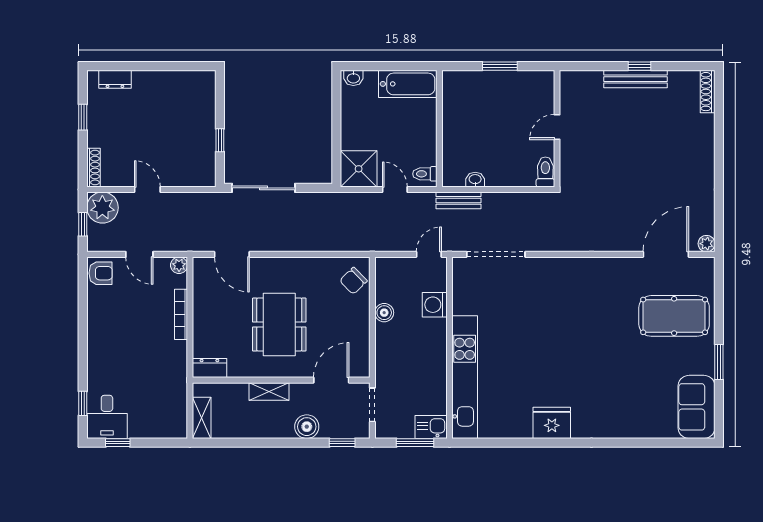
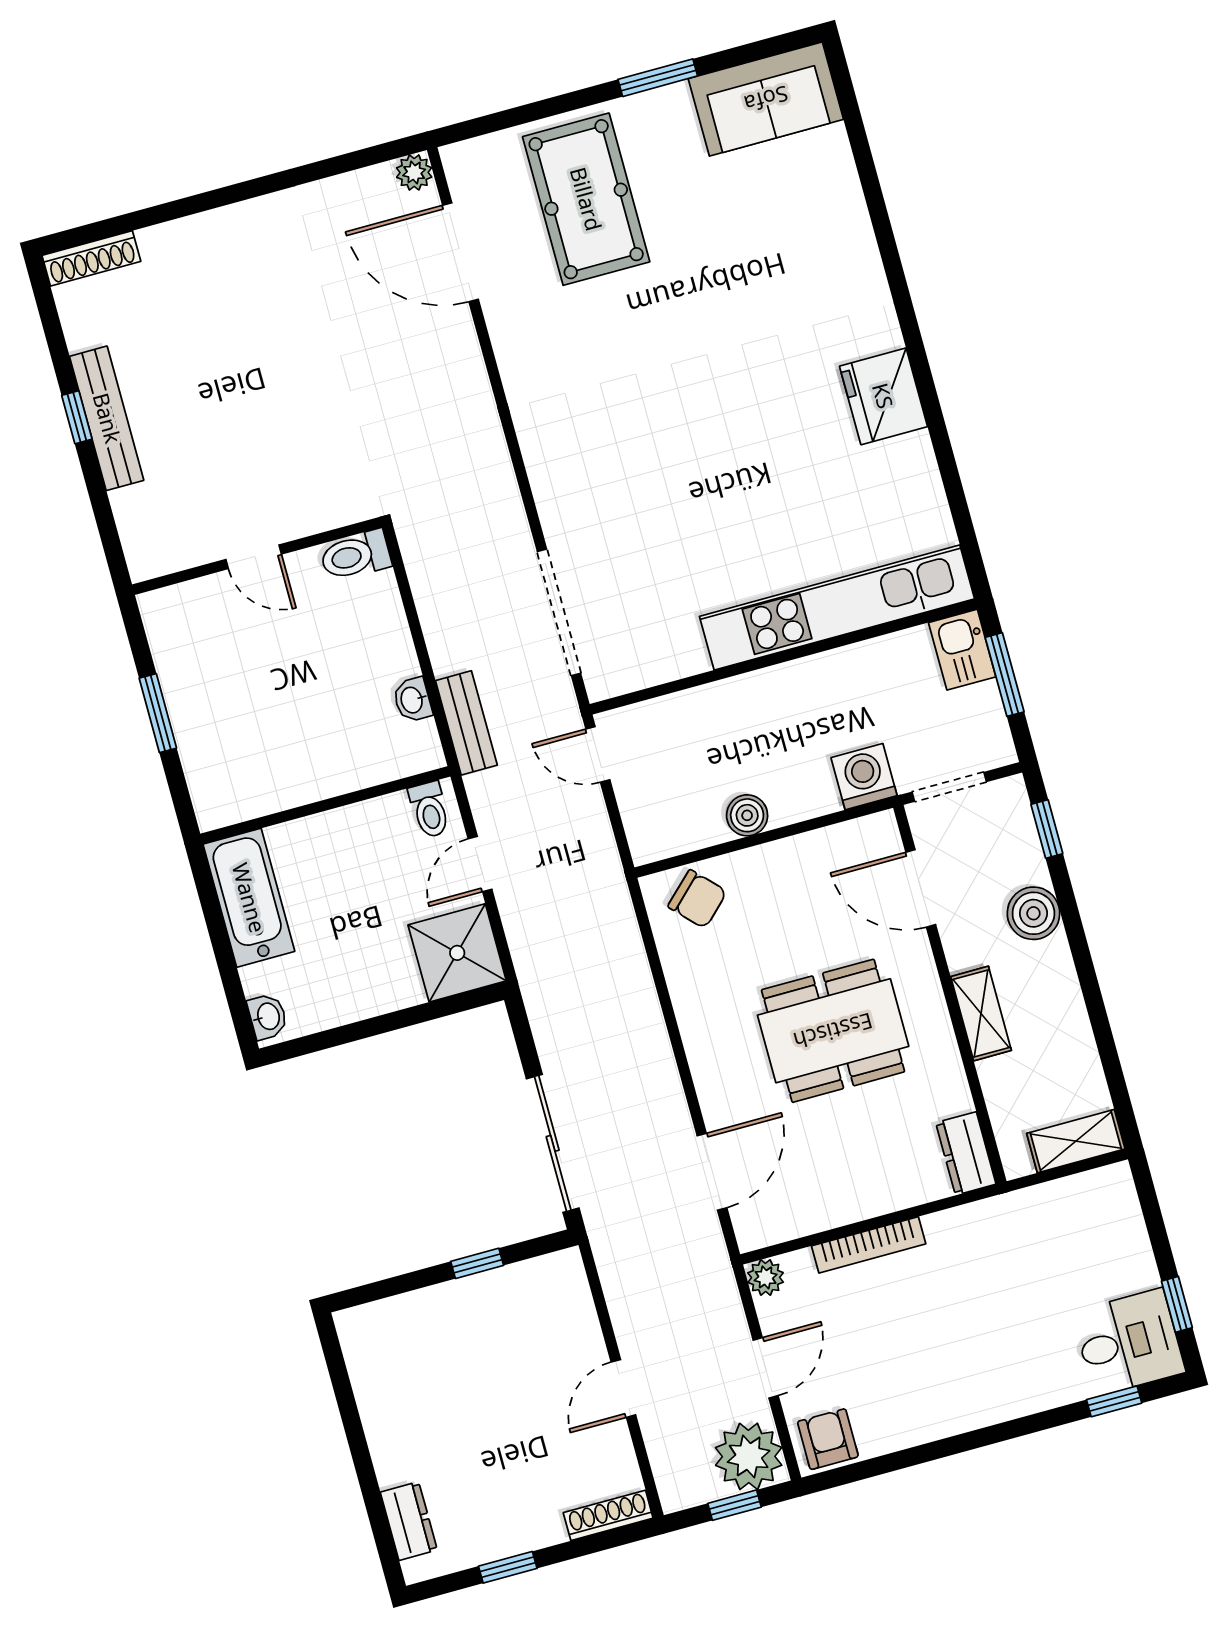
plant: (102, 208) -> (749, 1456), moved
washing machine: (435, 305) -> (864, 777), moved, turned 180

